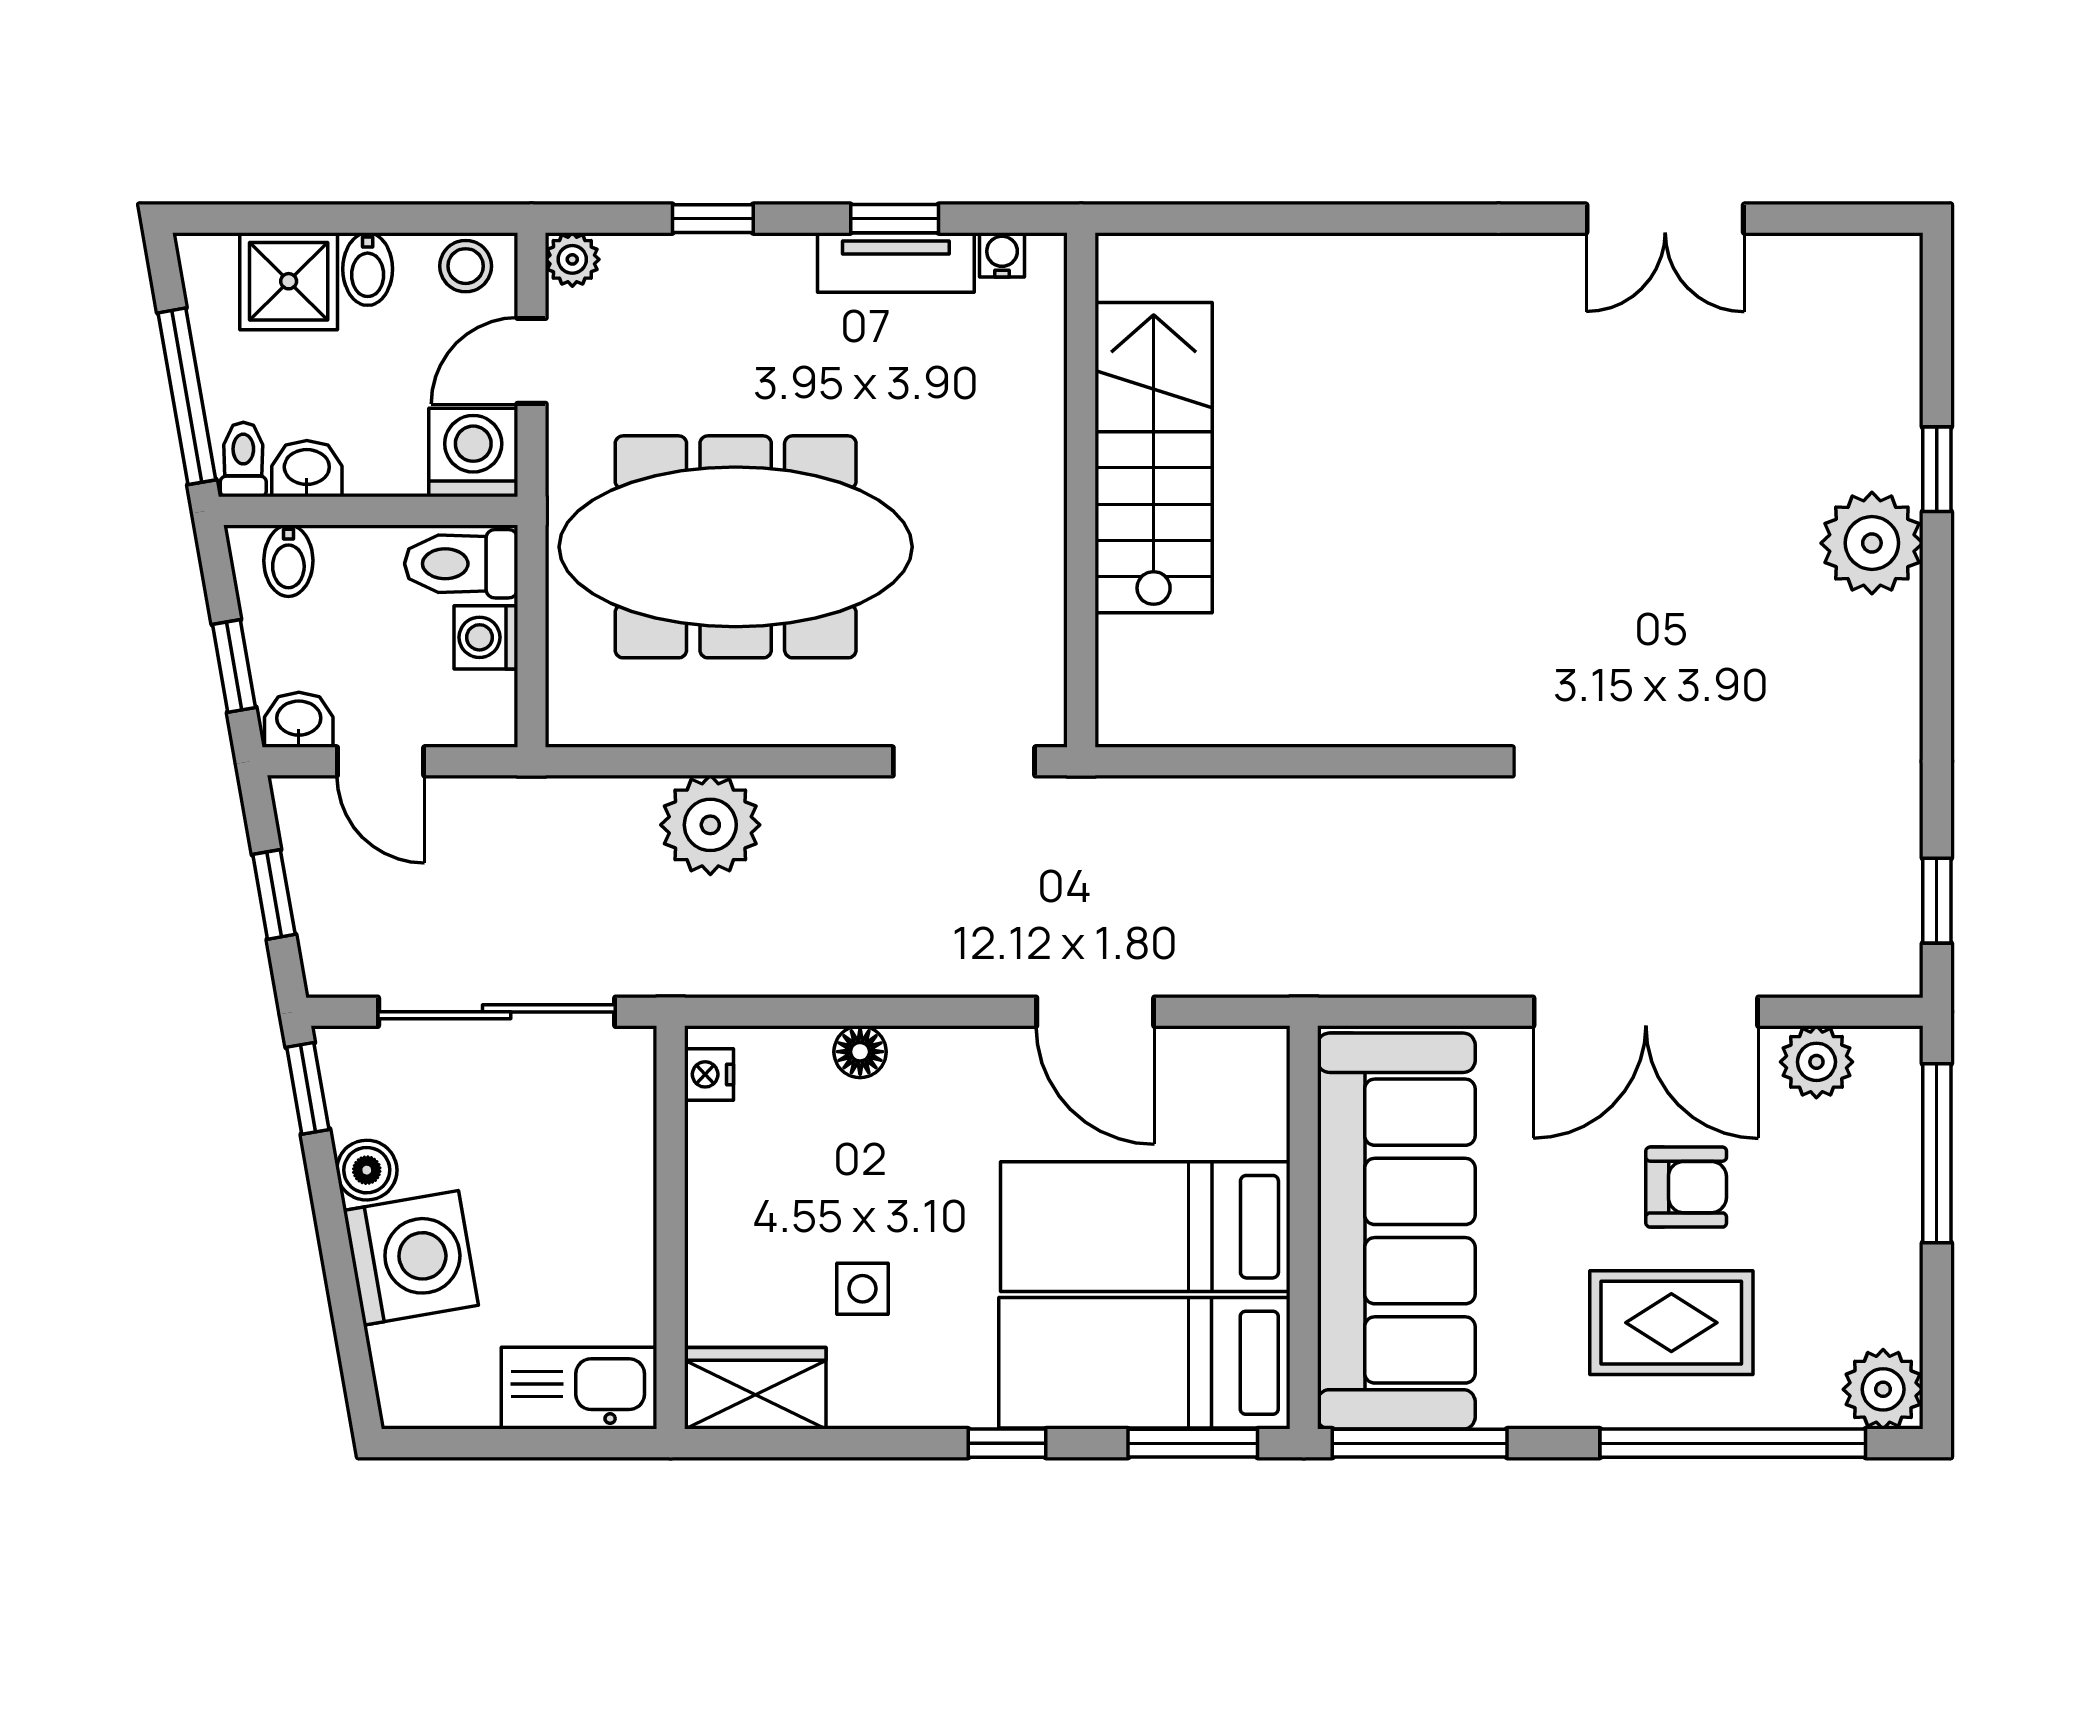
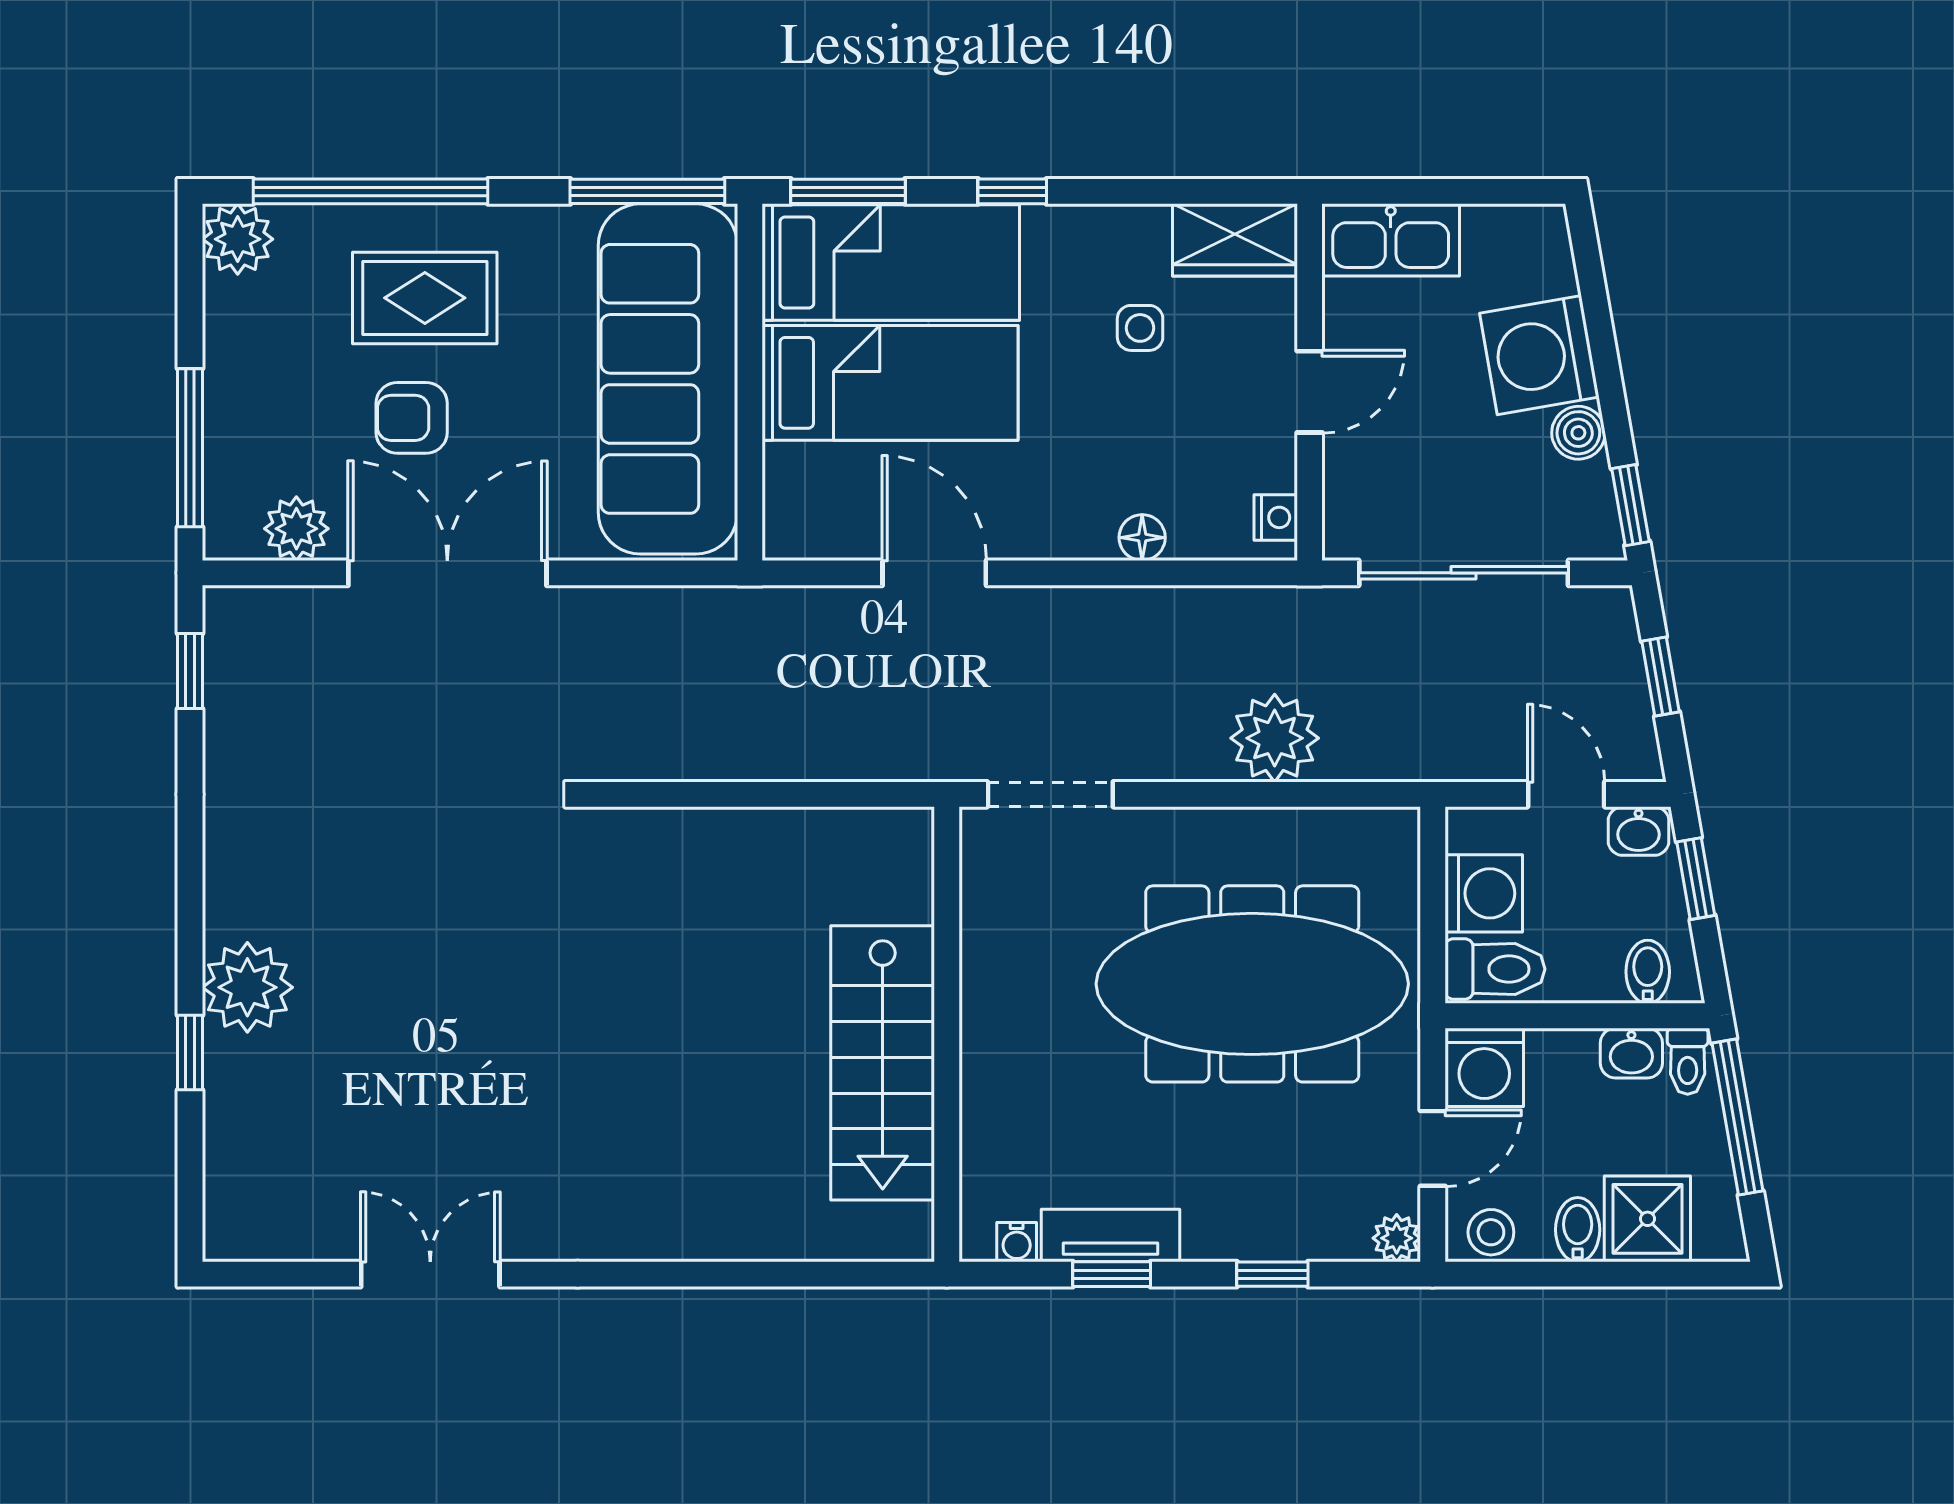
washing machine: (486, 637) -> (1484, 893), width x1.38, depth x1.38
door: (671, 1216) -> (1310, 392), added

